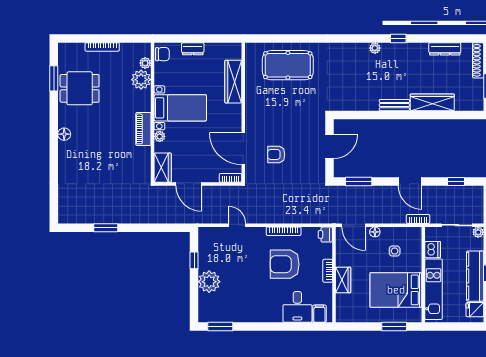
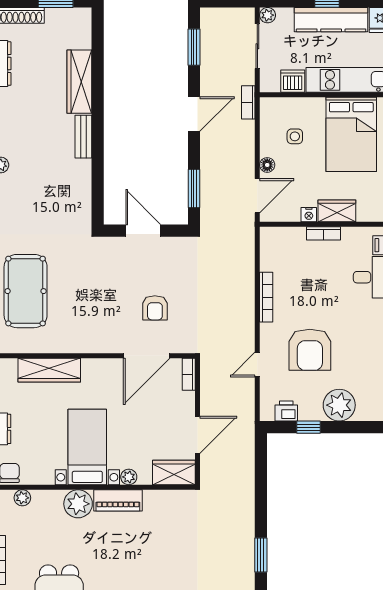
plant: (141, 80) -> (78, 504), moved
window: (456, 181) -> (194, 47), width x1.50
printer: (325, 234) -> (286, 411), moved, turned 180
nightstand: (341, 261) -> (309, 215), added
armchair: (285, 264) -> (310, 350), moved

